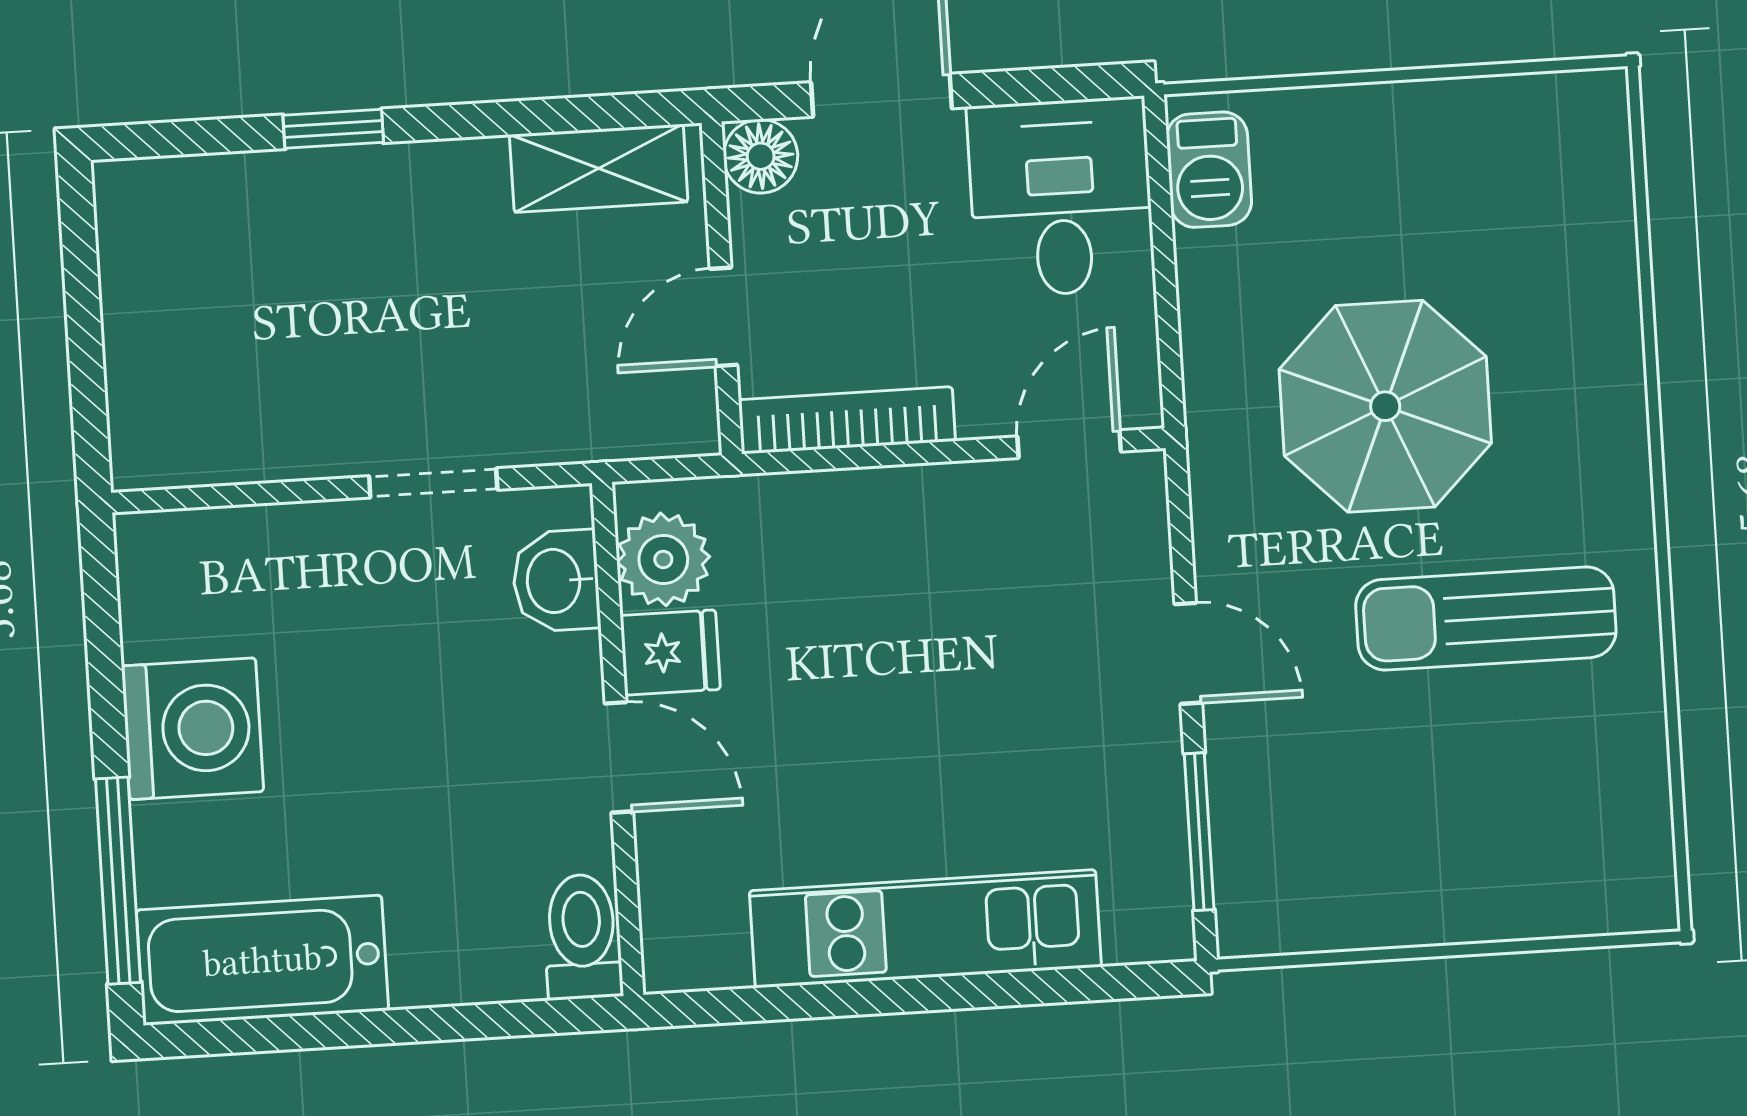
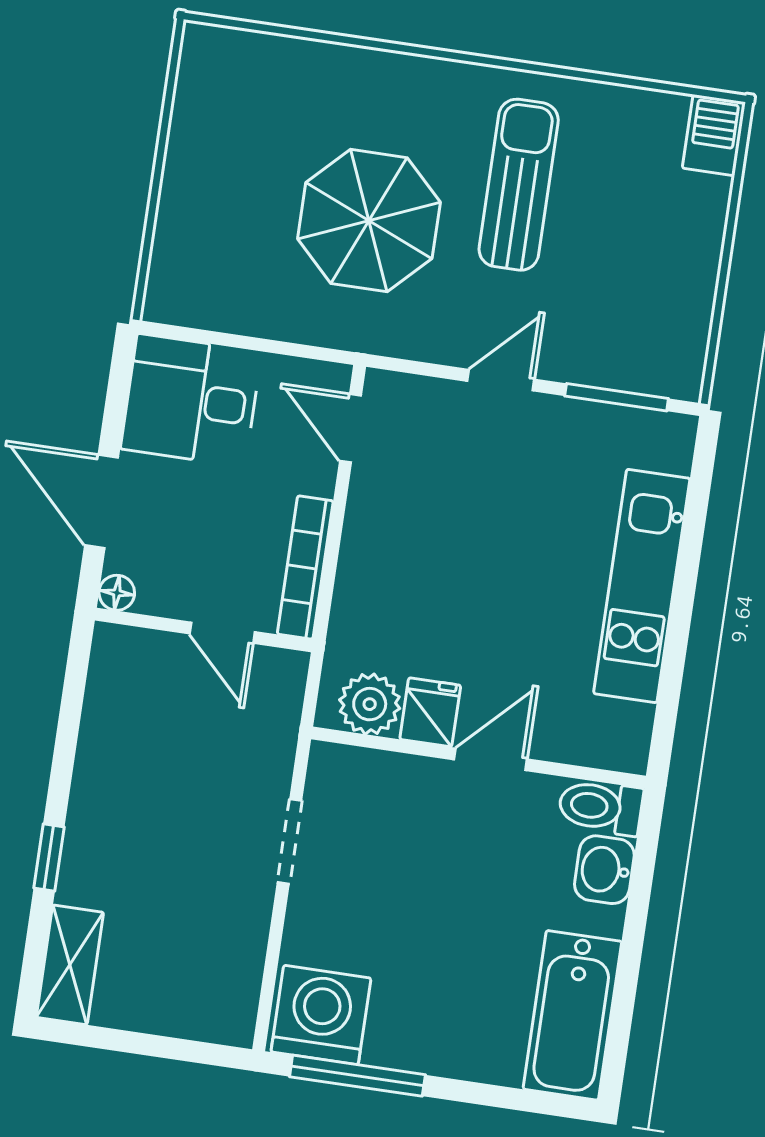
floor lamp: (761, 156) -> (117, 593), width x0.73, depth x0.73
shelving: (599, 168) -> (70, 965), moved
barbecue: (1209, 170) -> (714, 135), moved, turned -90
washbasin: (556, 581) -> (604, 870), moved, turned 90
sun lounger: (1486, 619) -> (519, 185), turned 180
washing machine: (192, 729) -> (321, 1015), moved
window: (118, 881) -> (357, 1076), moved

